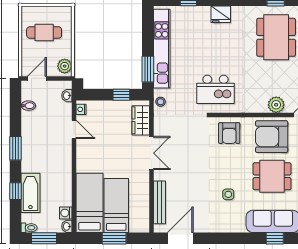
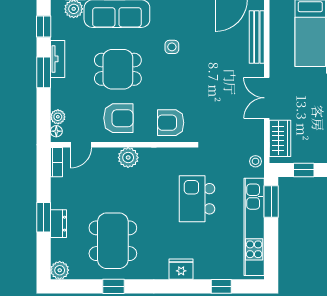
kitchen island: (215, 89) -> (197, 199), moved, turned -90
plant: (276, 105) -> (128, 158), moved
armchair: (229, 133) -> (171, 123), turned -90
armchair: (272, 137) -> (118, 118), width x0.73, depth x0.73

